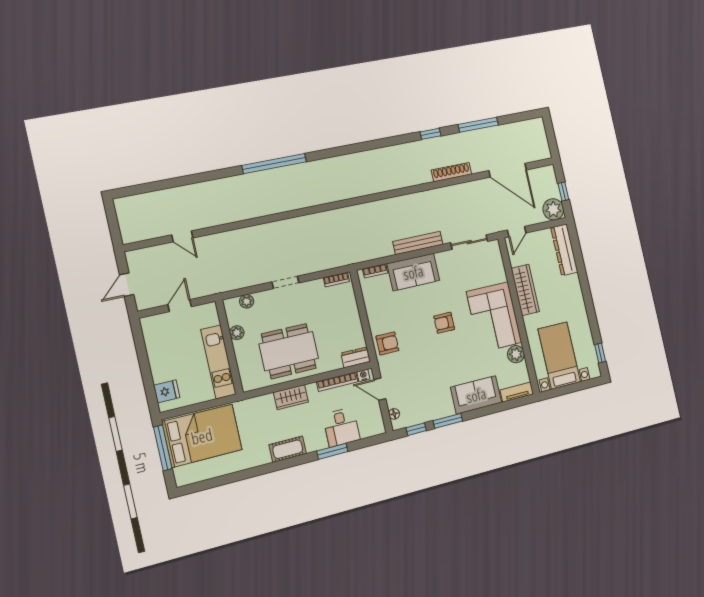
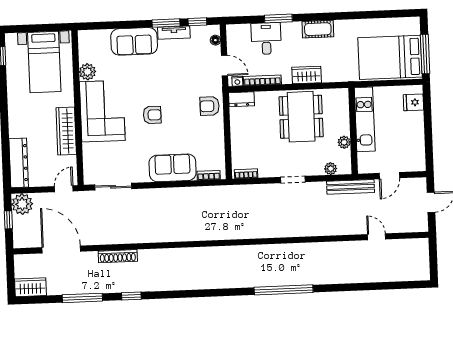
wardrobe: (530, 128) -> (30, 287), added
bench: (418, 243) -> (351, 187), moved
dining table: (289, 351) -> (301, 117), turned 90
tv unit: (517, 392) -> (174, 33), moved

